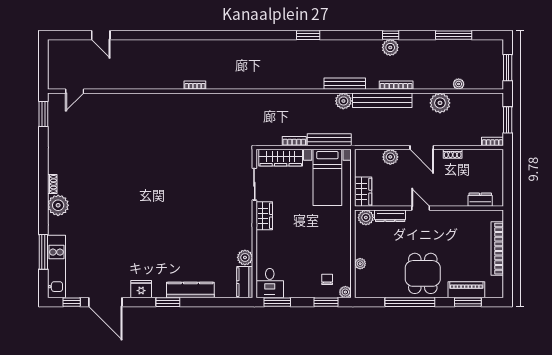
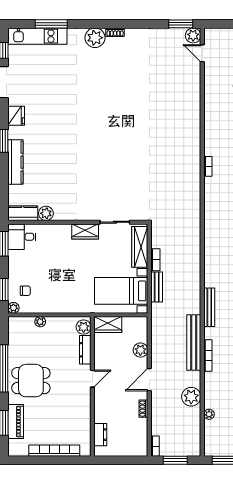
plant: (343, 101) -> (193, 35), moved
bench: (329, 140) -> (157, 287), width x0.73

